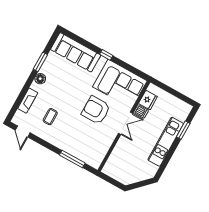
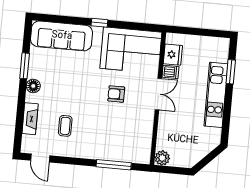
armchair: (96, 110) -> (116, 94), width x0.53, depth x0.53
plant: (108, 169) -> (162, 158), added

